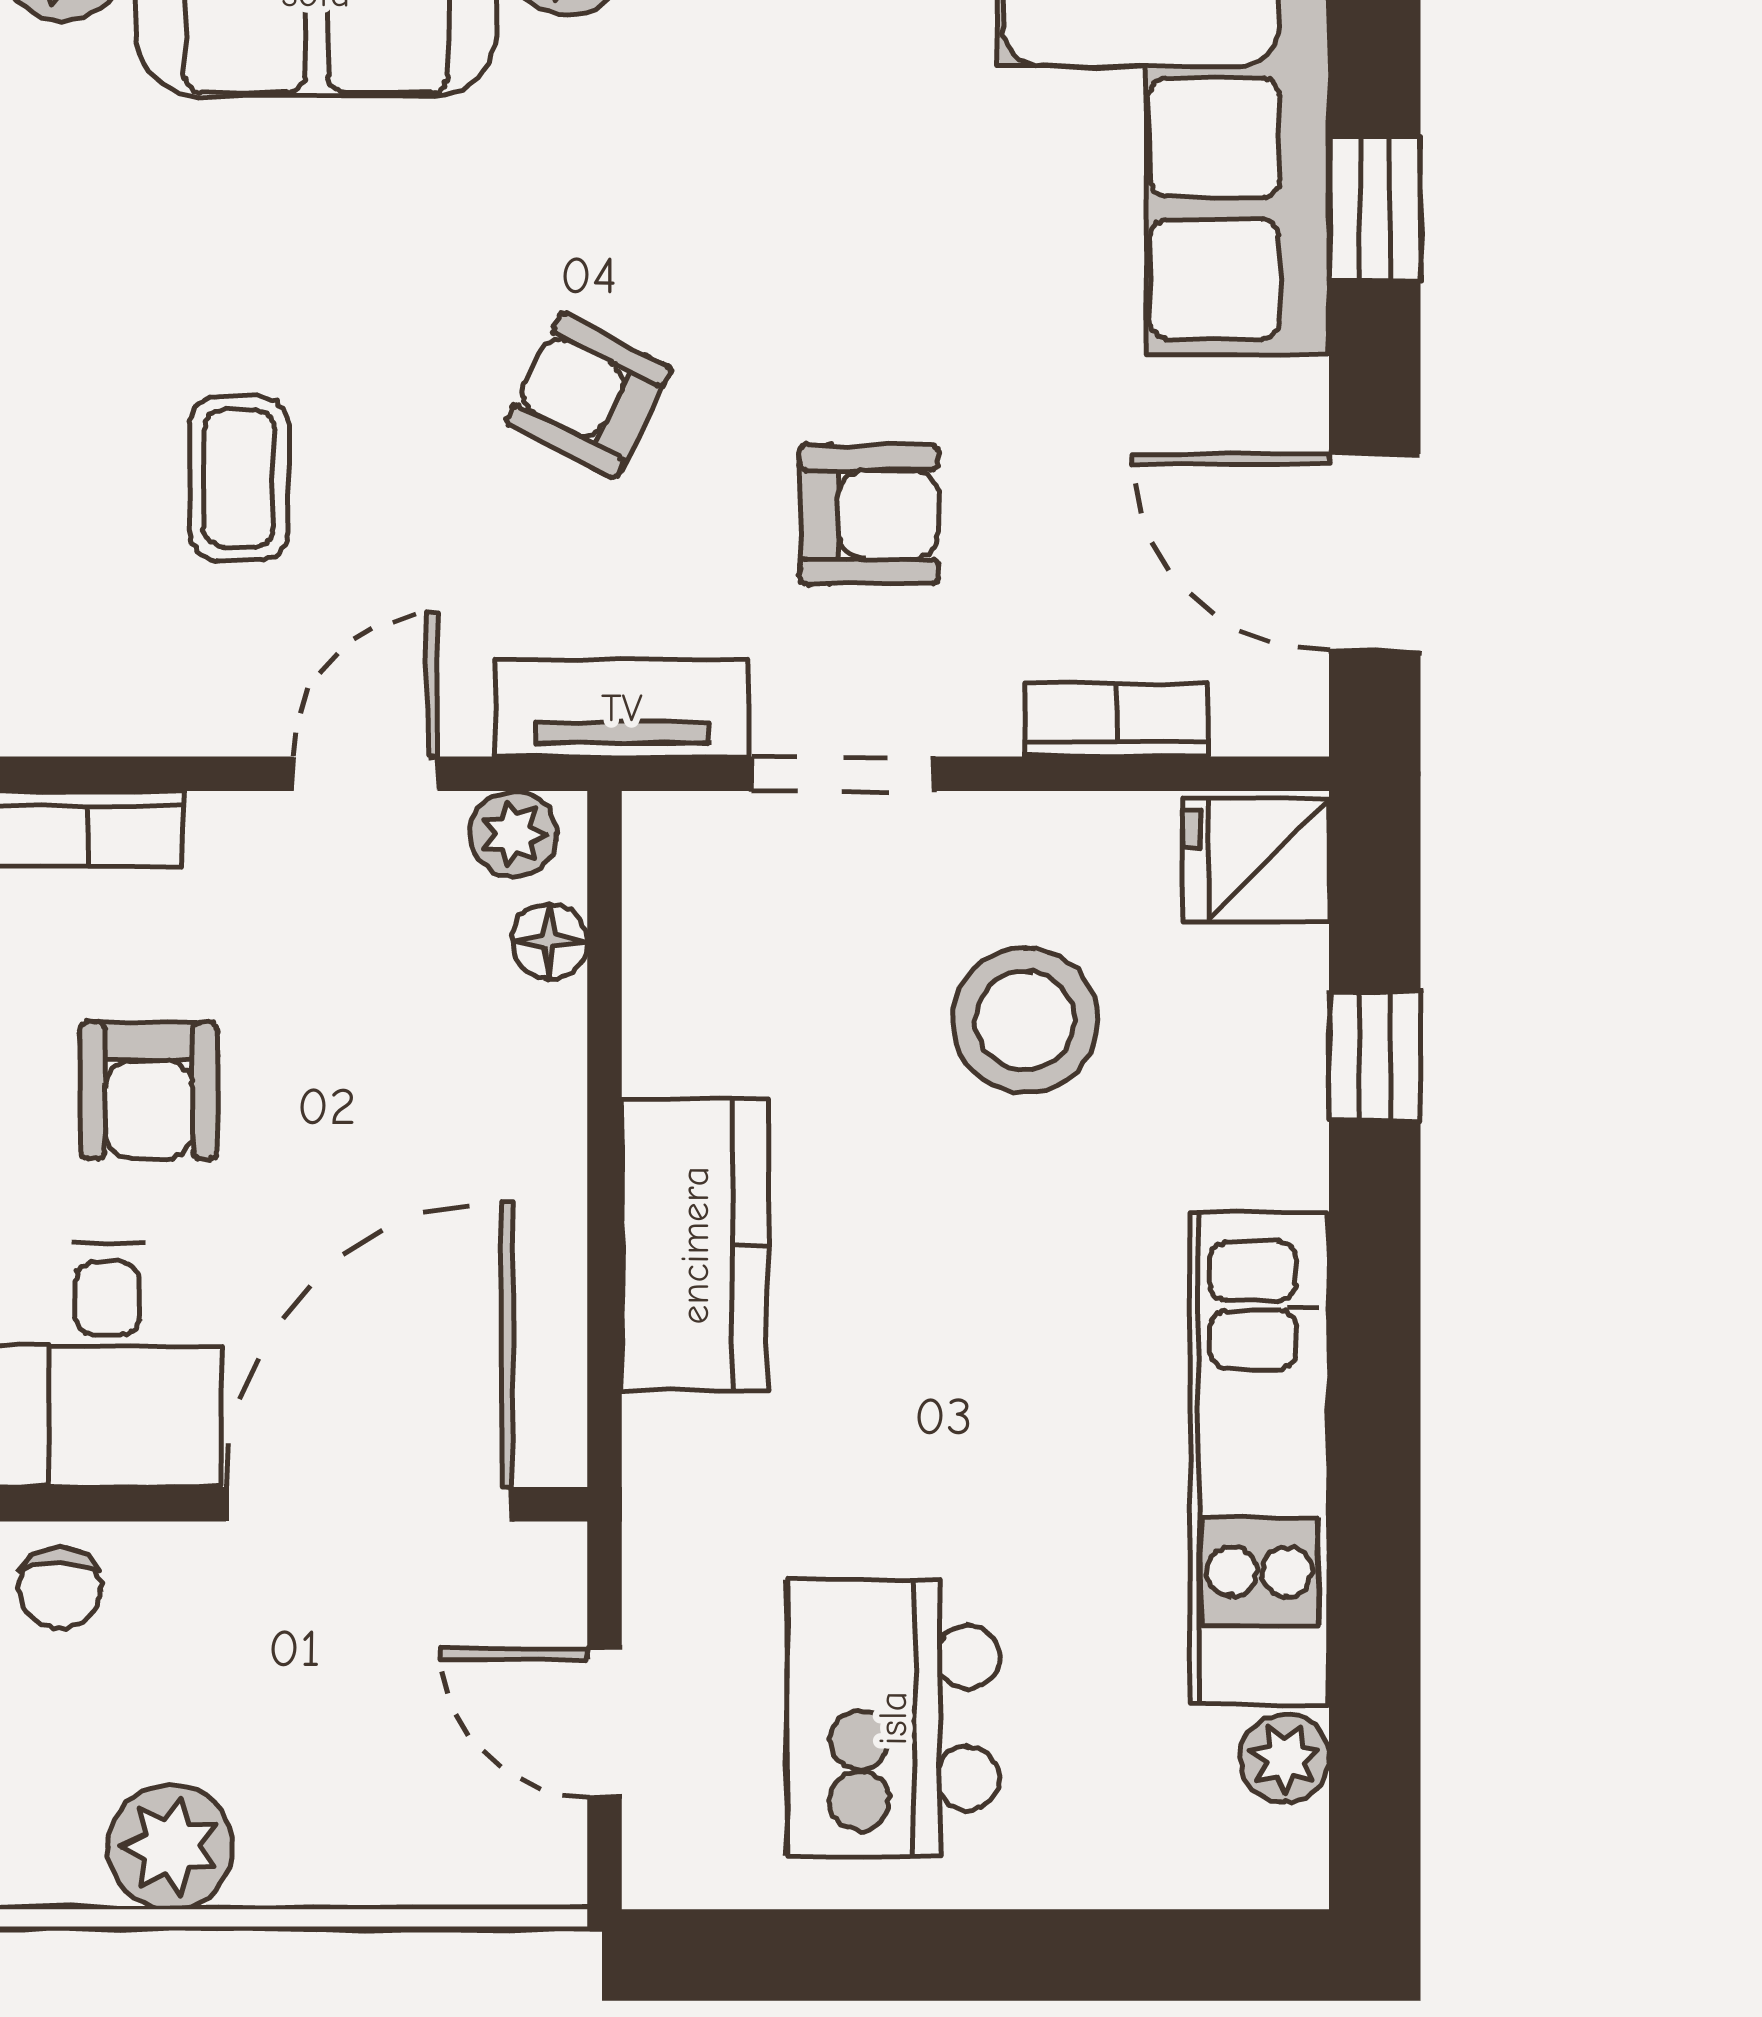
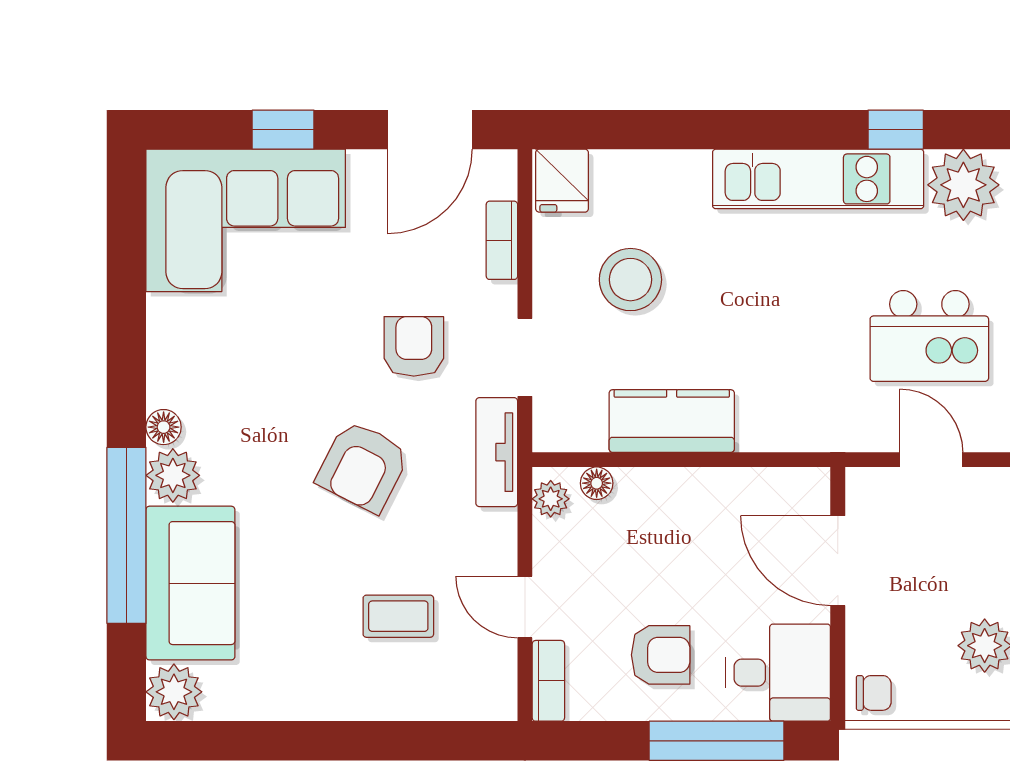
armchair: (589, 395) -> (363, 466), width x1.38, depth x1.38
door: (366, 774) -> (525, 607), moved
window: (1375, 1056) -> (896, 130), moved
kitchen counter: (695, 1245) -> (672, 421), moved
door: (369, 1504) -> (838, 561), width x0.73
door: (604, 1722) -> (931, 460), swing flipped
plant: (1285, 1758) -> (963, 185), width x1.88, depth x1.88

